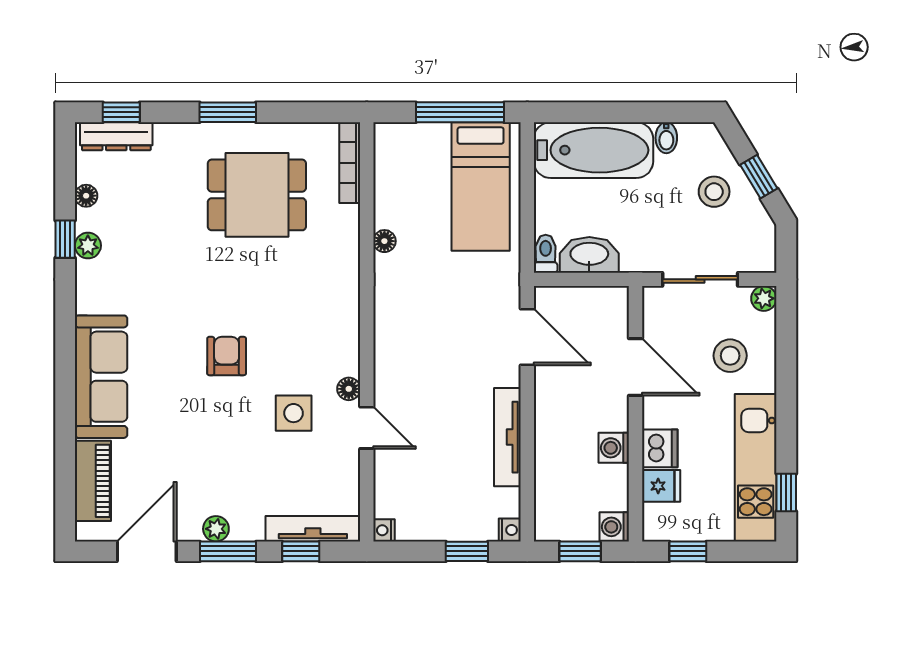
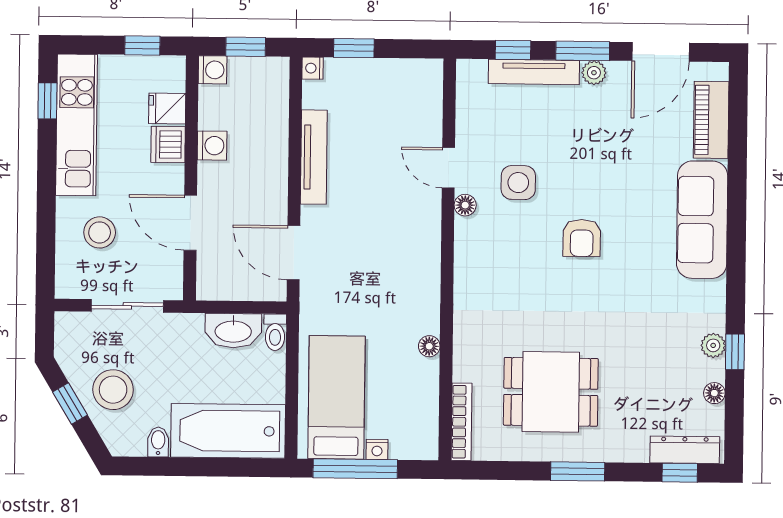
stool: (714, 192) -> (113, 390), width x1.38, depth x1.38
plant: (764, 298) -> (67, 287), removed
tv unit: (313, 529) -> (534, 72), moved
nightstand: (384, 530) -> (377, 449), moved, turned 90

